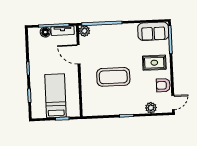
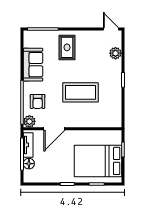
sofa: (153, 31) -> (33, 65), moved
coffee table: (113, 77) -> (80, 92), turned 90
armchair: (163, 85) -> (38, 101), moved
bed: (55, 96) -> (98, 161), width x1.50

